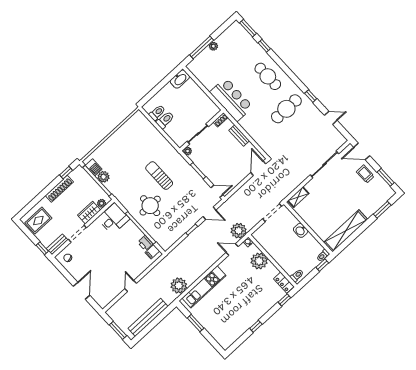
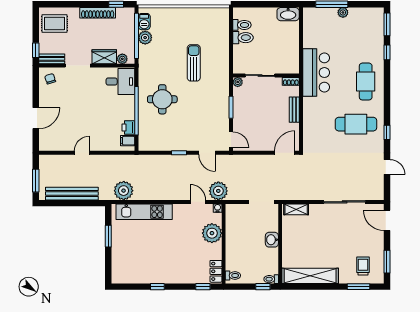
trolley: (365, 174) -> (363, 266), moved
sun lounger: (159, 176) -> (194, 63), moved

